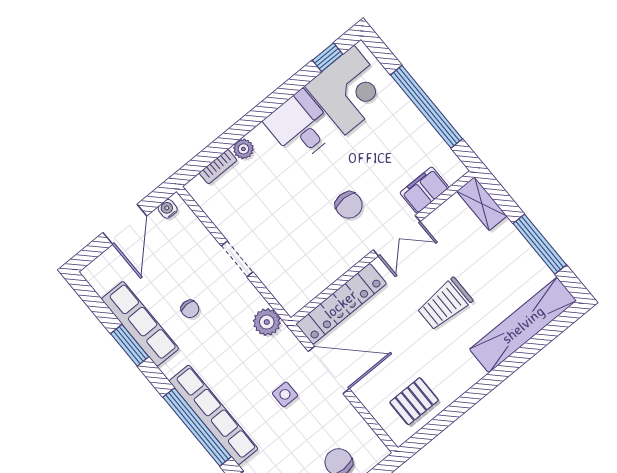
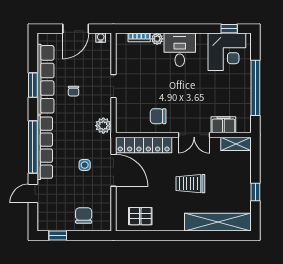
desk: (300, 126) -> (180, 50), moved
shelving: (482, 204) -> (236, 144), moved, turned 90
chair: (349, 205) -> (158, 116), moved, turned 90
window: (540, 244) -> (255, 192), width x0.46
row of seats: (140, 324) -> (45, 79), width x1.36

